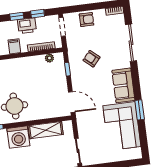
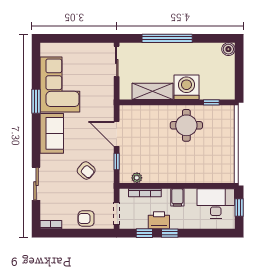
sliding door: (131, 43) -> (36, 184), width x0.73
door: (72, 102) -> (117, 134), moved

